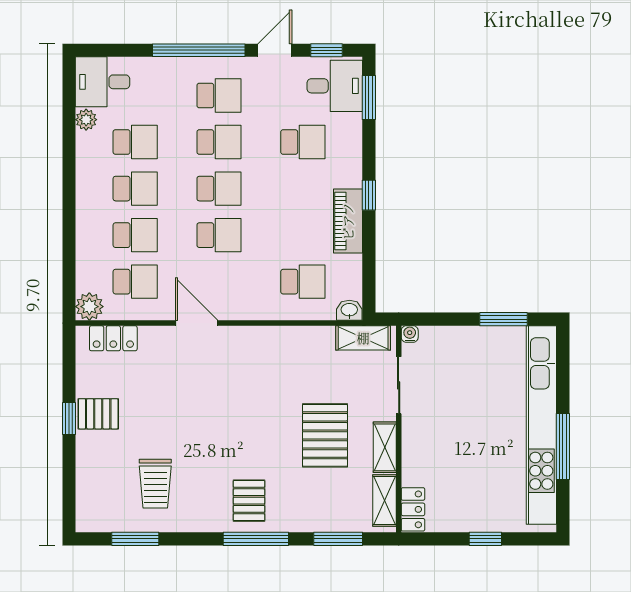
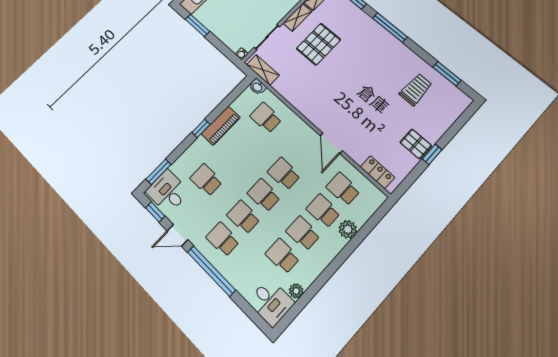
plant: (89, 307) -> (348, 229), moved
pallet: (249, 501) -> (378, 46), removed

